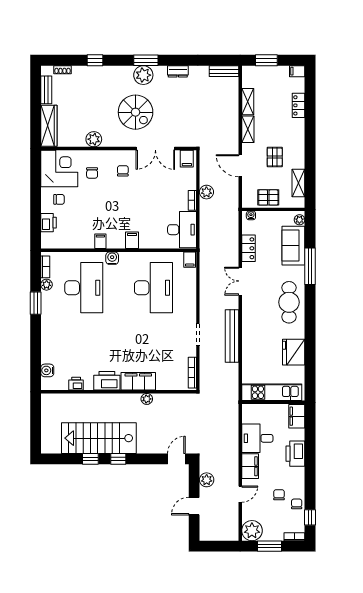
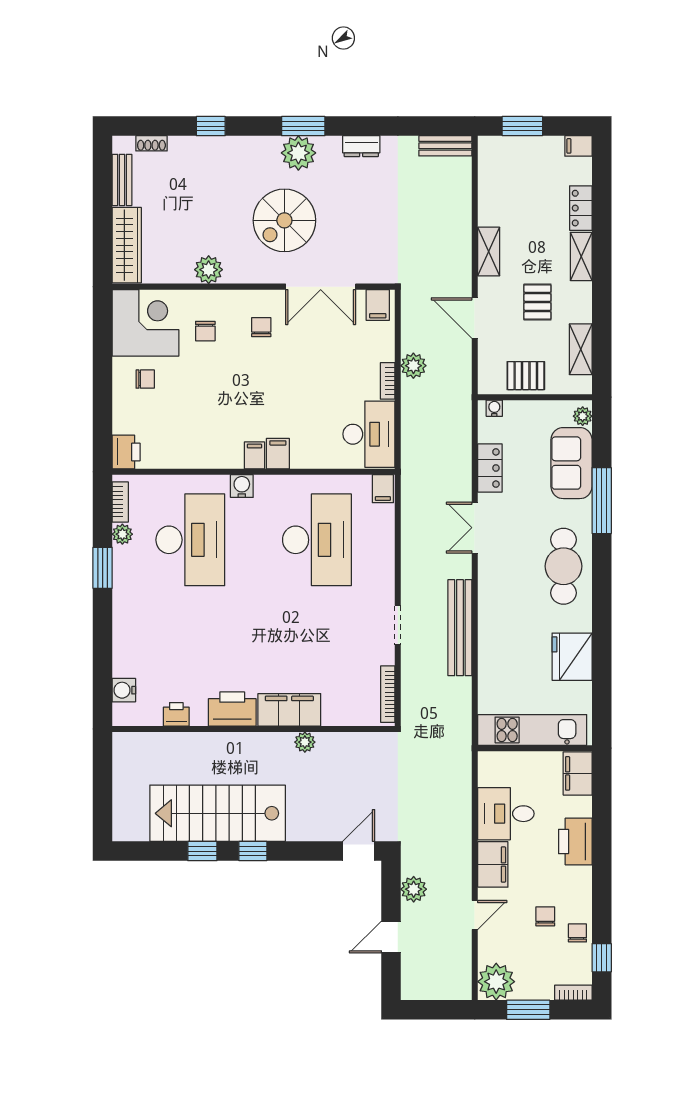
shelving: (248, 102) -> (581, 256), moved
spiral stairs: (136, 112) -> (284, 220), turned 90
printer: (49, 223) -> (126, 452), moved
filing cabinet: (100, 241) -> (254, 455), moved

